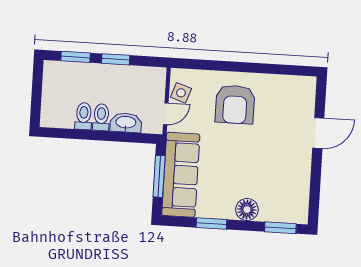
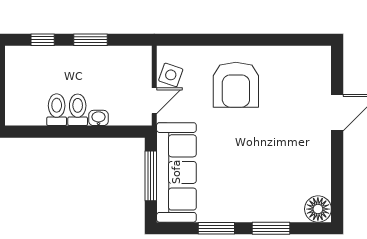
window: (76, 57) -> (43, 40), width x0.67
washbasin: (126, 123) -> (99, 118), width x0.52, depth x0.69
floor lamp: (247, 210) -> (318, 209), moved
window: (280, 228) -> (271, 228), moved

